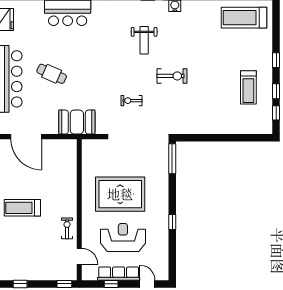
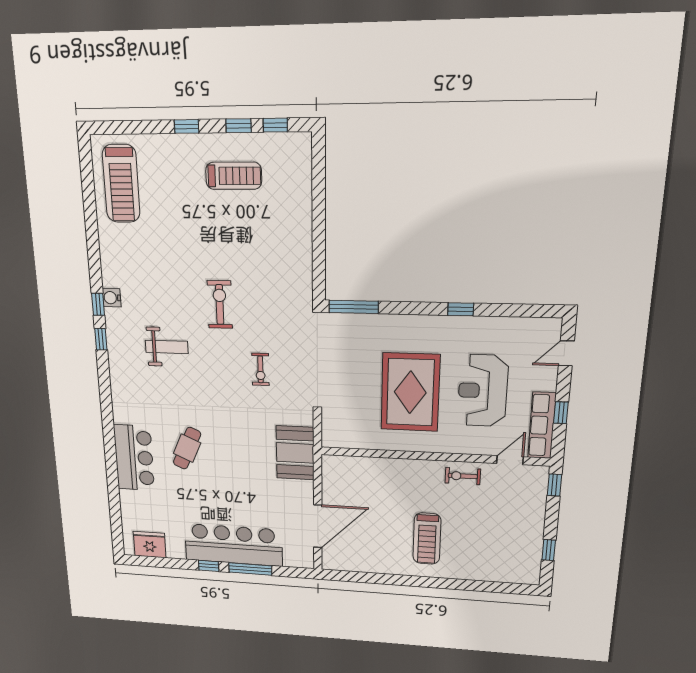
cafe table: (52, 74) -> (187, 448), moved
row of seats: (119, 274) -> (542, 425), moved

